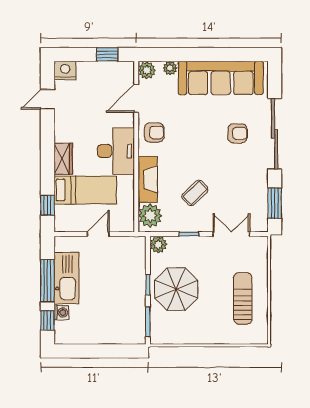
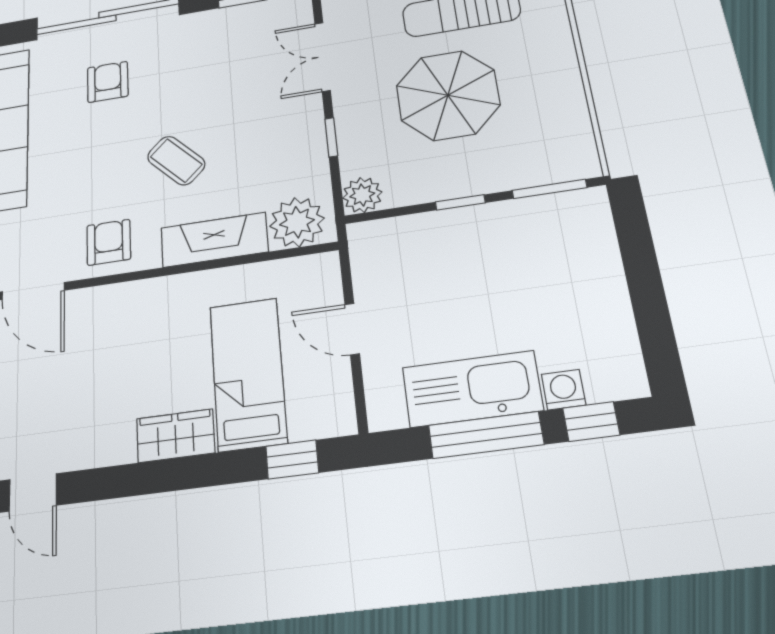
desk: (116, 151) -> (152, 317), removed
coffee table: (195, 193) -> (176, 161), moved
parasol: (176, 289) -> (448, 95), moved

